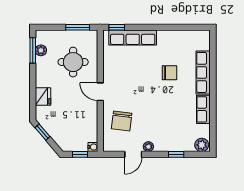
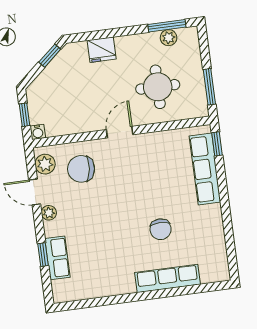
row of seats: (203, 109) -> (57, 258), moved, turned 90
plant: (202, 145) -> (45, 164), moved

